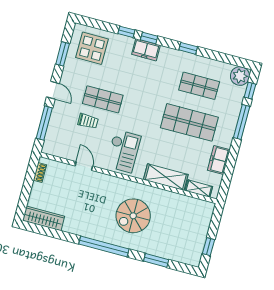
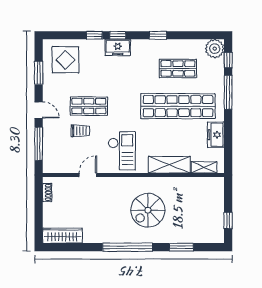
shop shelf: (189, 122) -> (178, 106), width x1.40
door: (84, 166) -> (88, 175), hinge flipped

